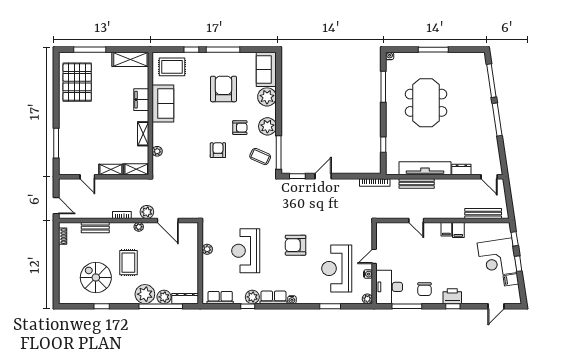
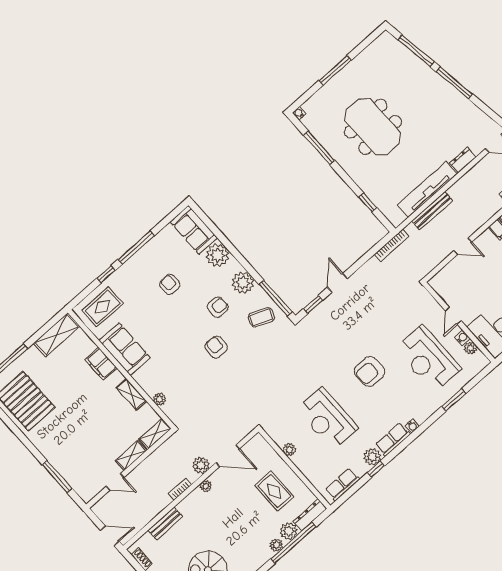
armchair: (223, 89) -> (170, 284), width x0.53, depth x0.53
rug: (128, 263) -> (274, 491), moved
plant: (145, 294) -> (276, 545), width x0.53, depth x0.53
plant: (367, 299) -> (470, 348), moved

